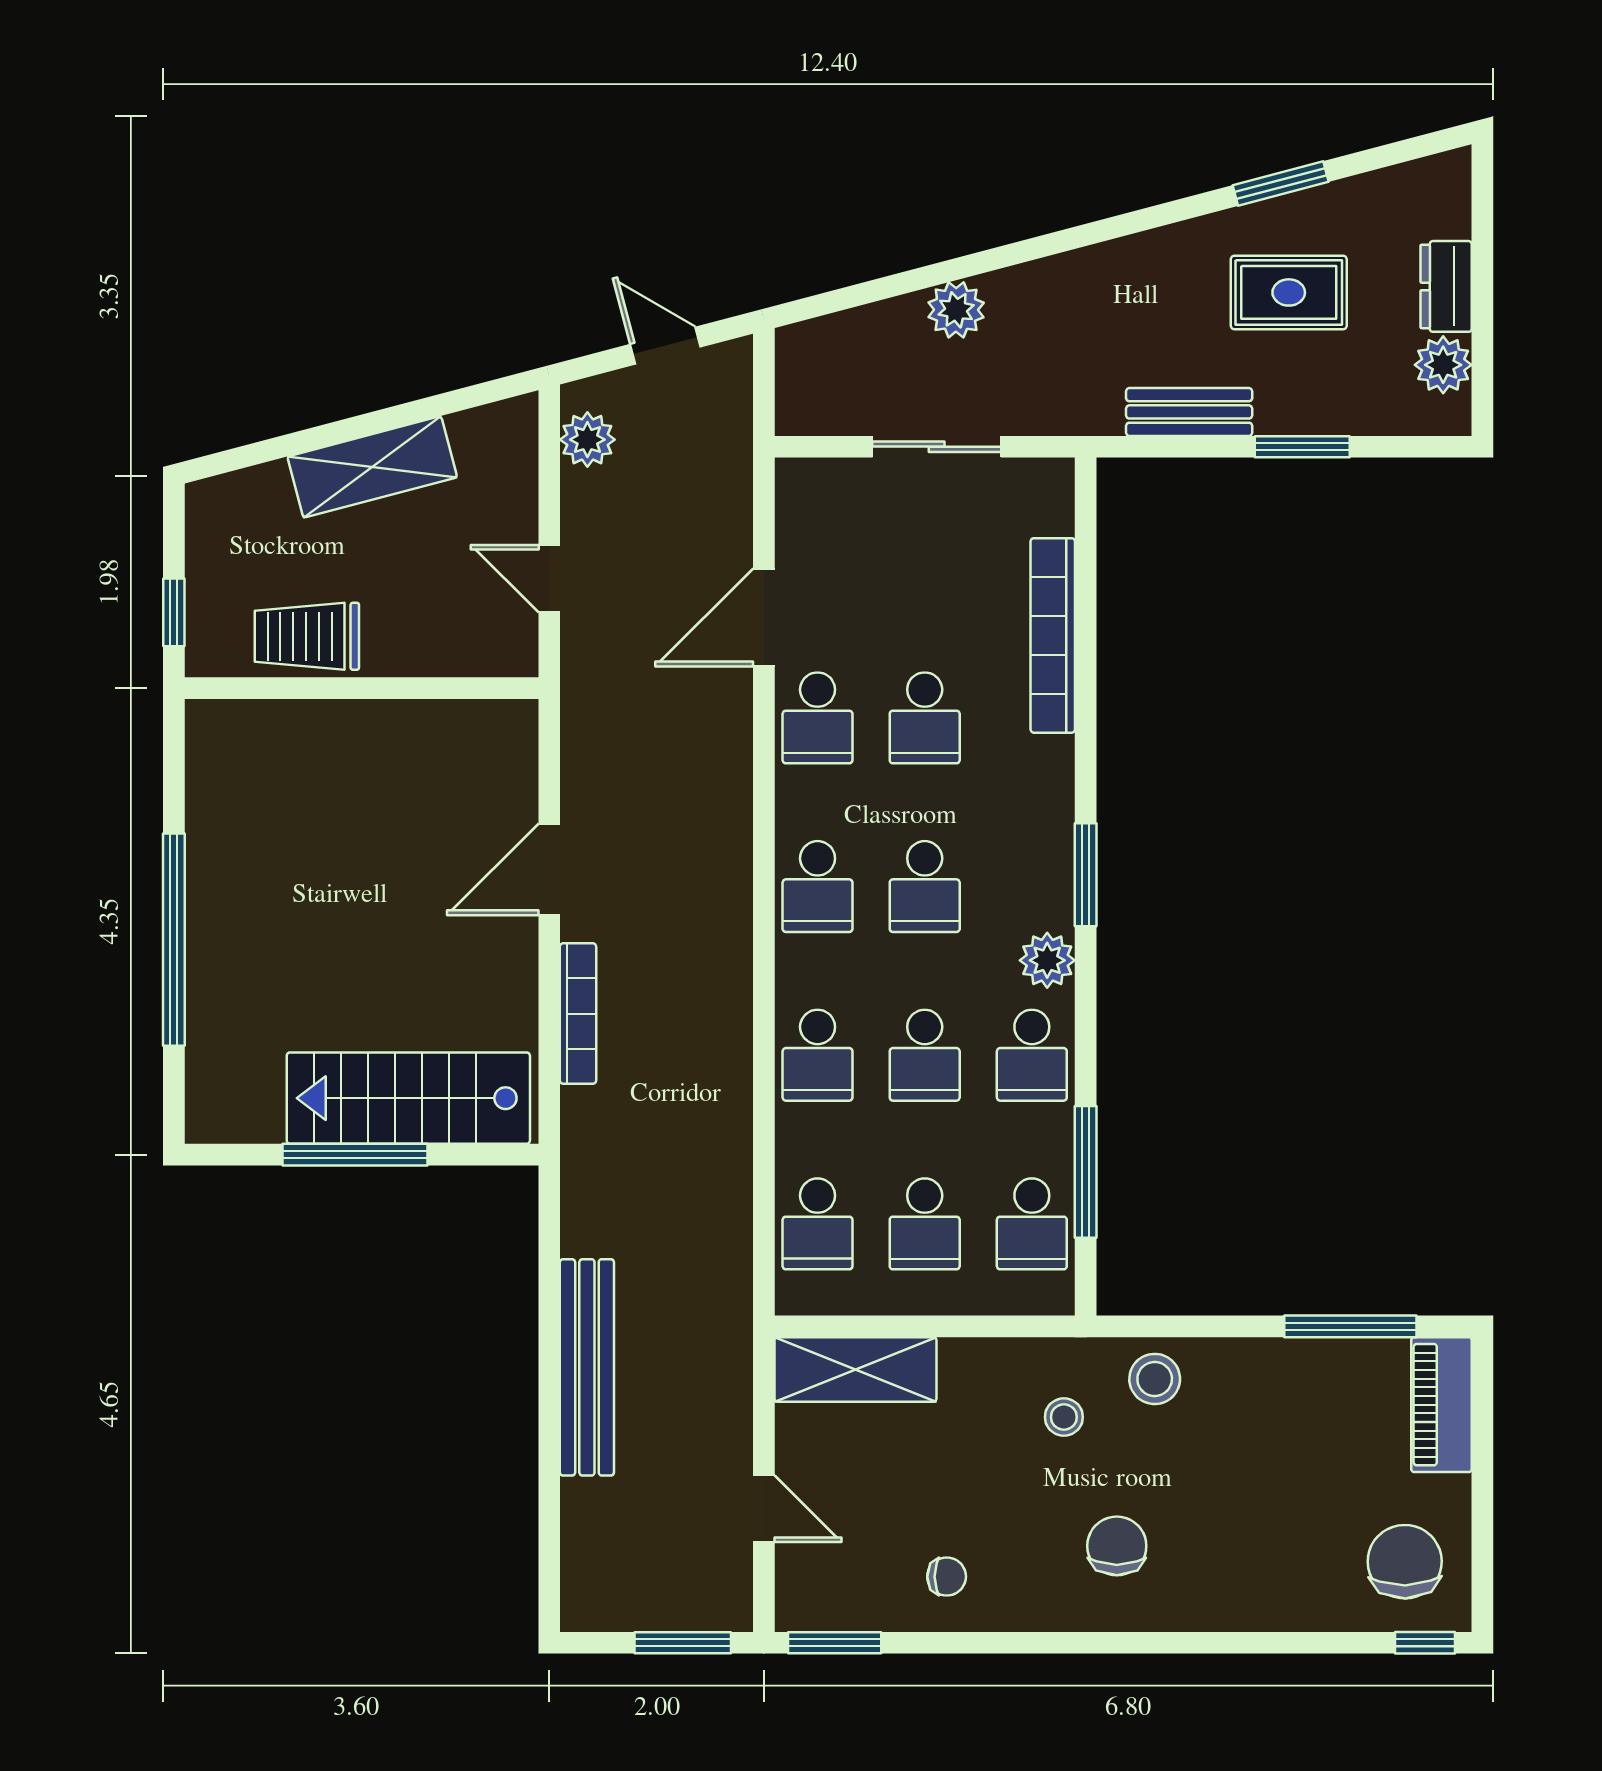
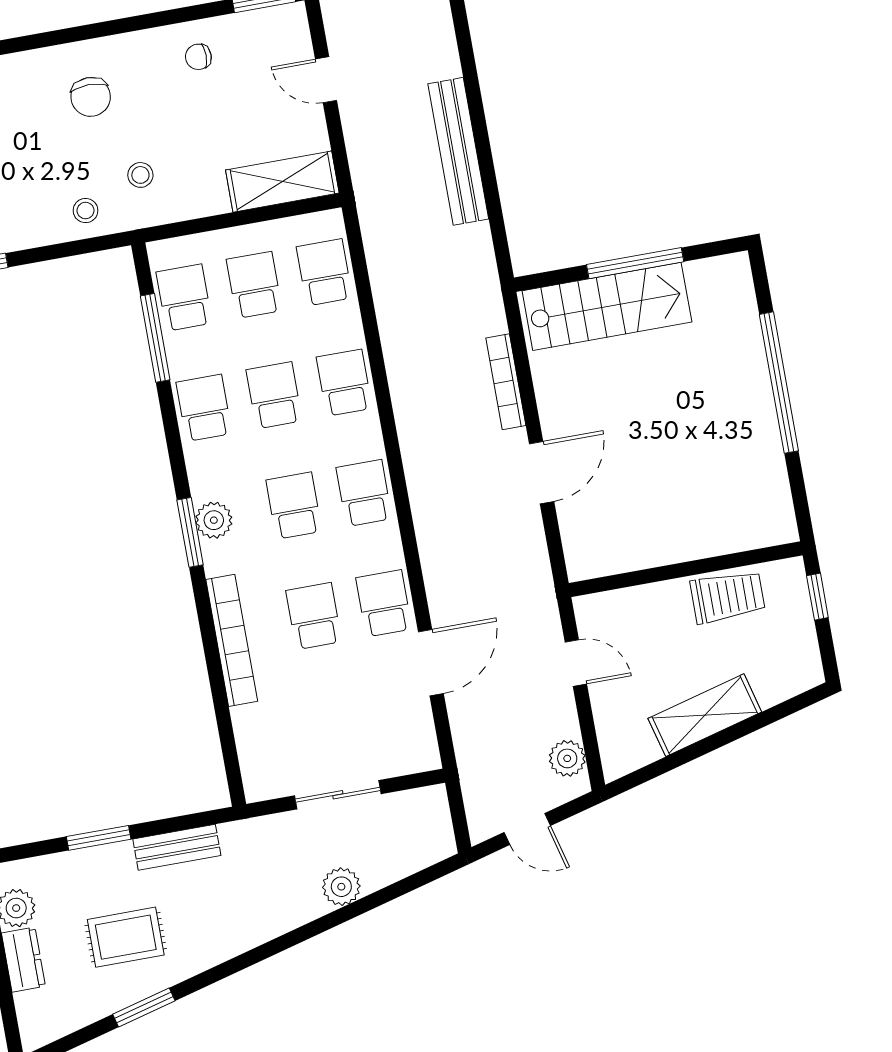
bookcase: (1053, 635) -> (232, 640), moved
plant: (1047, 960) -> (214, 520), moved
stool: (1155, 1379) -> (86, 211), width x0.73, depth x0.73

